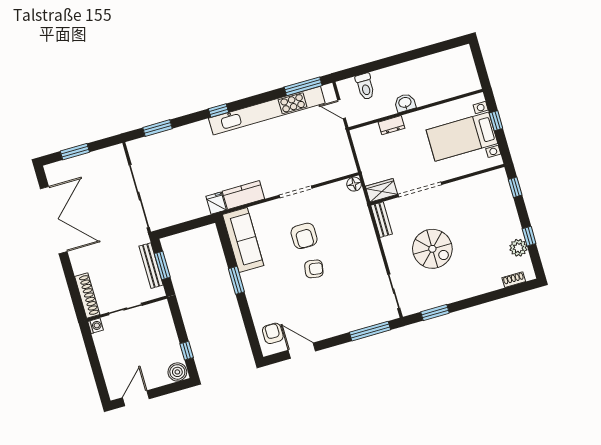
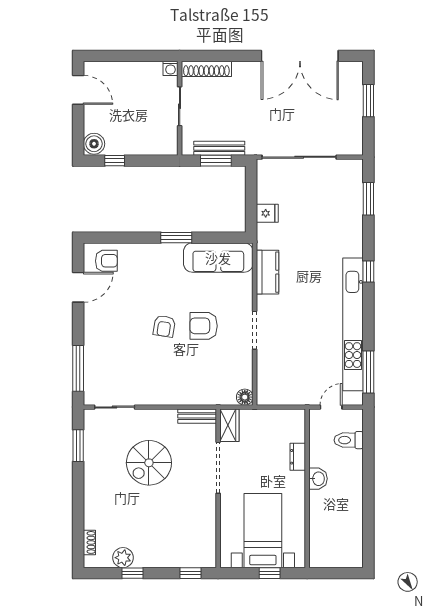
fridge: (216, 203) -> (267, 213), moved

